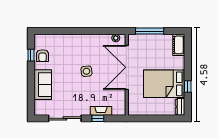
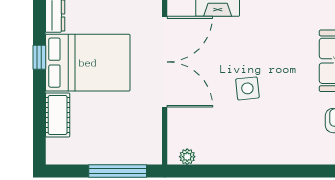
cot: (179, 45) -> (58, 115), moved
double door: (127, 67) -> (165, 62), moved

